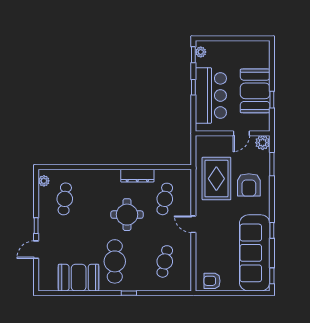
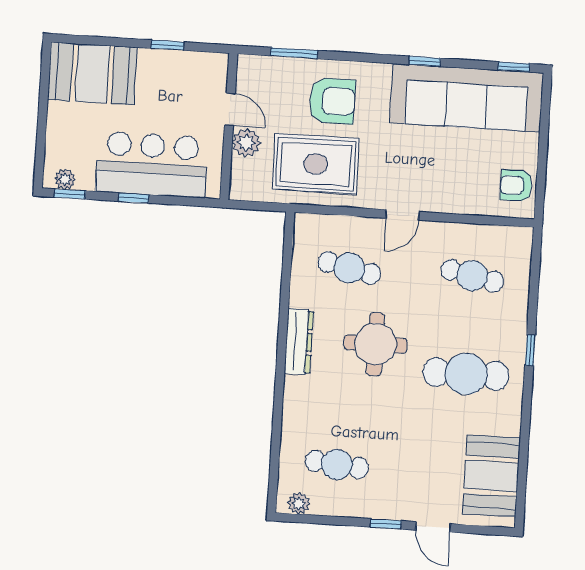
booth: (255, 91) -> (92, 73), moved
plant: (263, 143) -> (246, 143), moved
dresser: (137, 176) -> (299, 342), moved
booth: (79, 278) -> (491, 476), moved
armchair: (212, 281) -> (516, 185), turned 90

